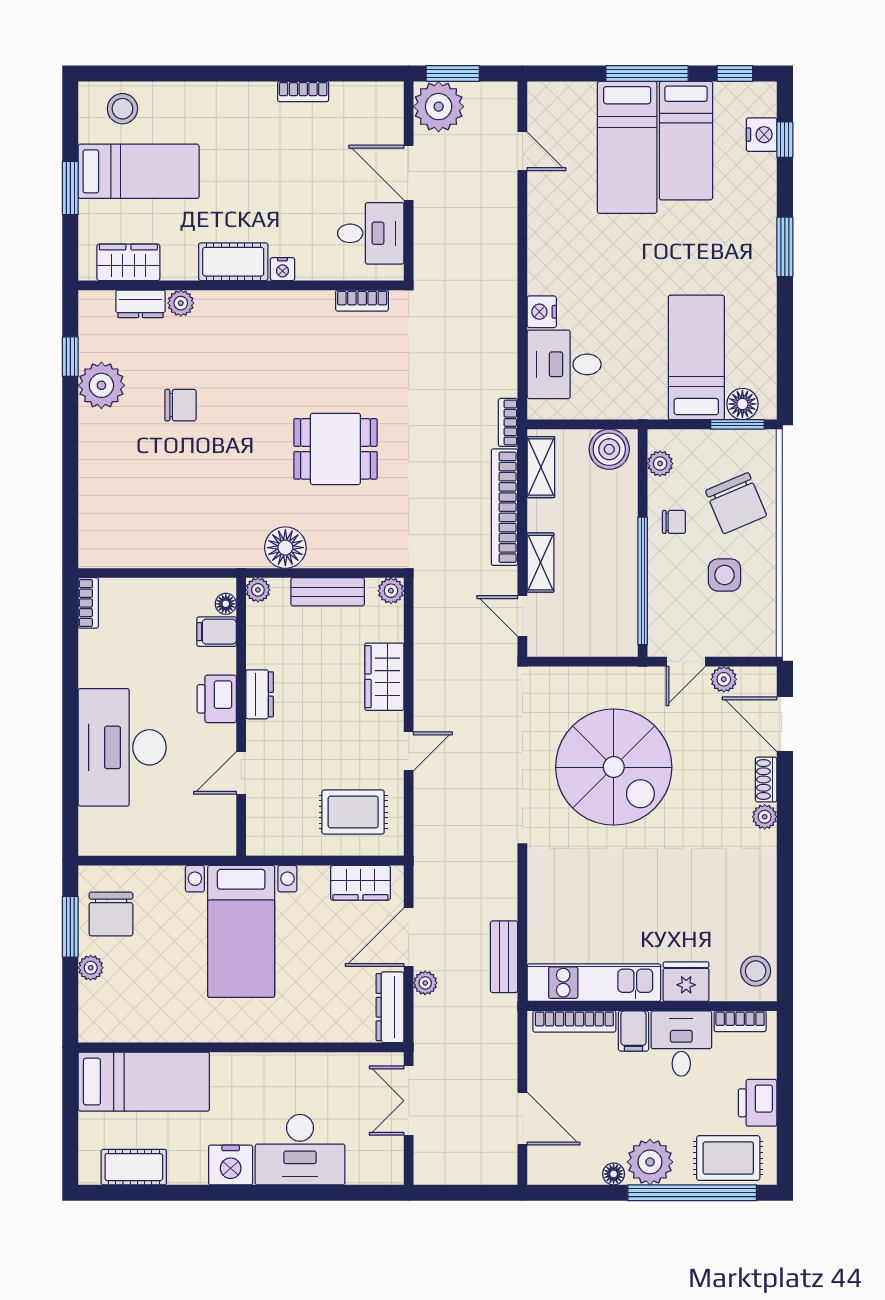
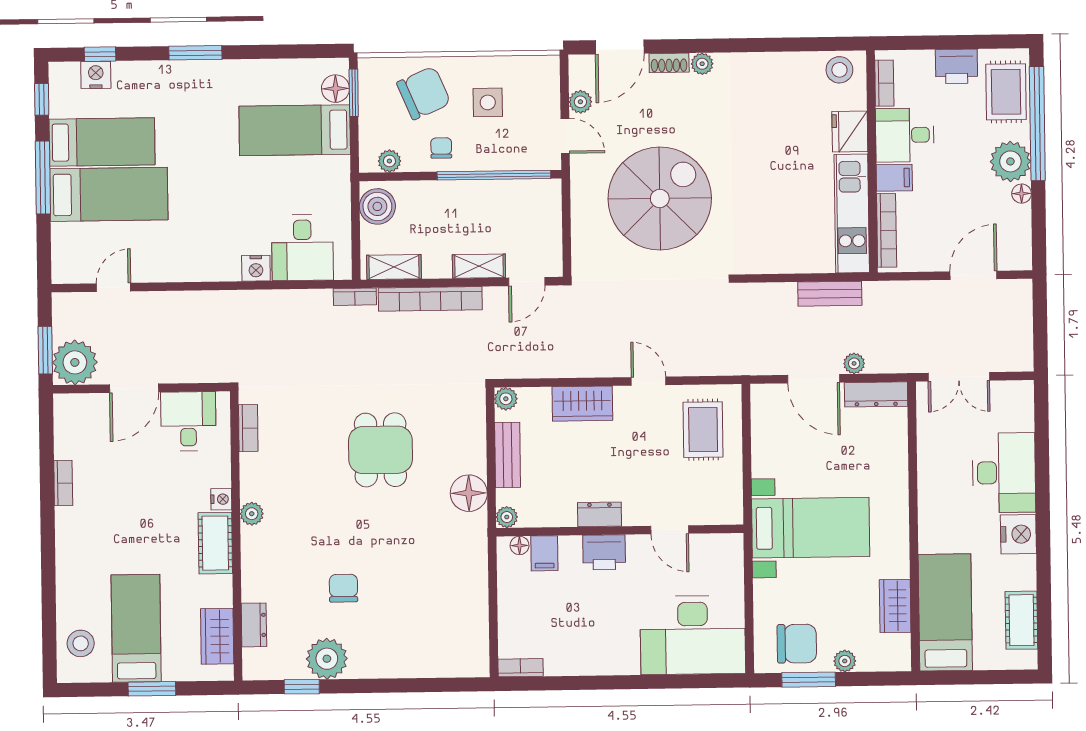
plant: (181, 303) -> (252, 514), moved
desk: (122, 747) -> (693, 635), moved
wardrobe: (360, 883) -> (895, 606), moved, turned 180

